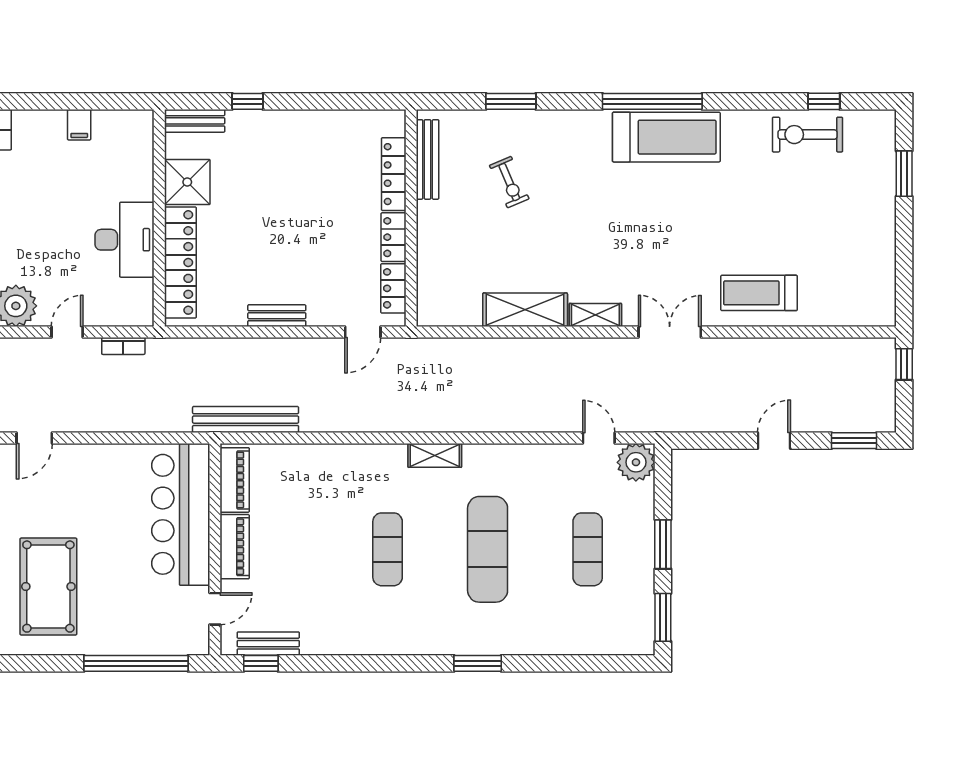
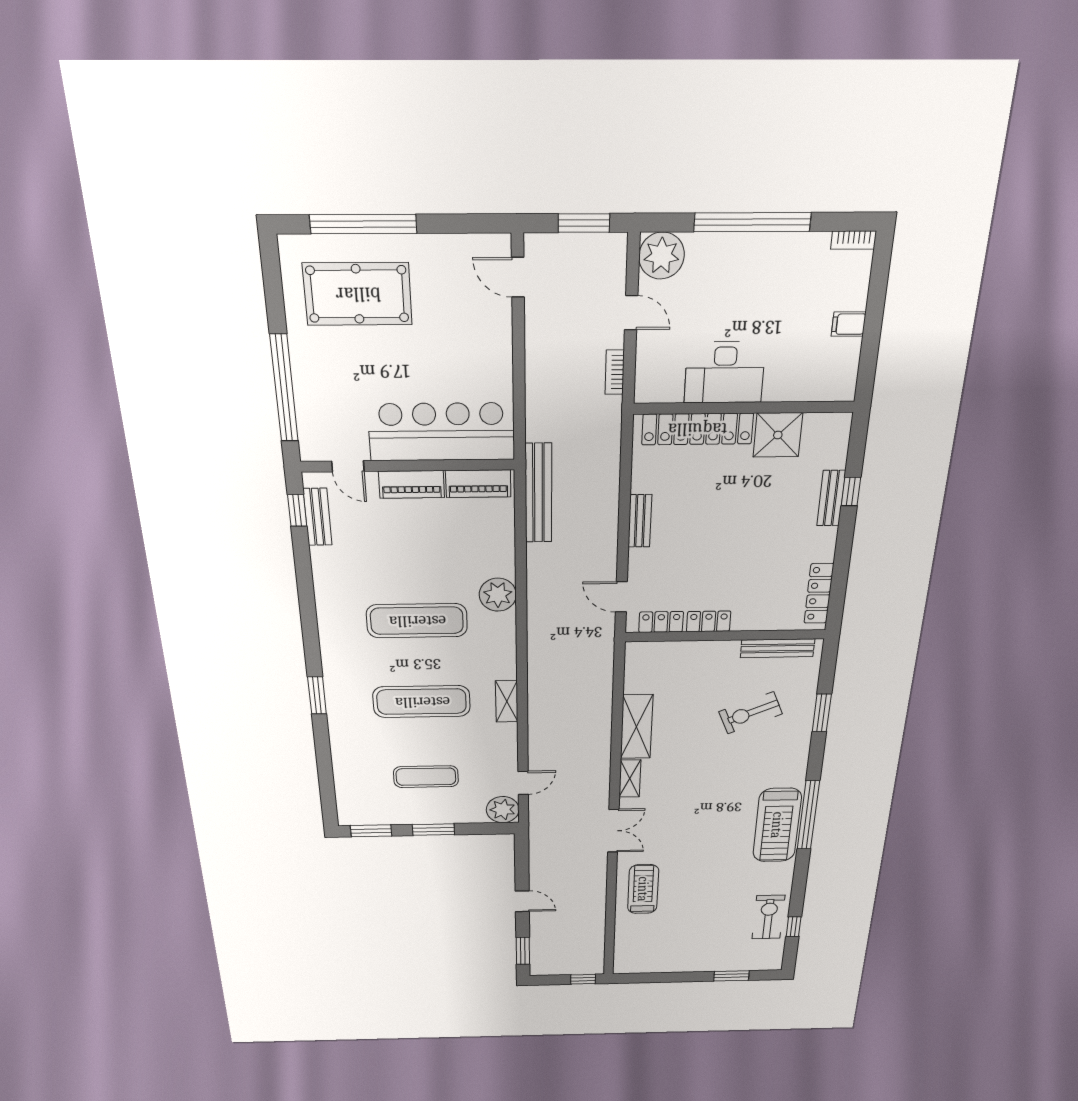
bench: (195, 121) -> (831, 498), moved
locker: (394, 174) -> (819, 594), moved, turned -90
exercise bike: (509, 182) -> (751, 713), width x1.38, depth x1.39
shelving: (435, 455) -> (507, 701), moved
plant: (358, 463) -> (498, 595), added
exercise mat: (388, 549) -> (417, 621), width x1.36, depth x1.45

